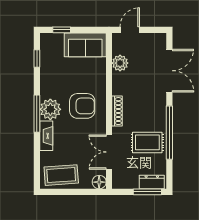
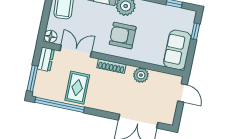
plant: (120, 63) -> (141, 75), moved
armchair: (82, 106) -> (123, 36), turned 90
window: (169, 133) -> (60, 105), moved
dresser: (152, 182) -> (46, 59), moved

